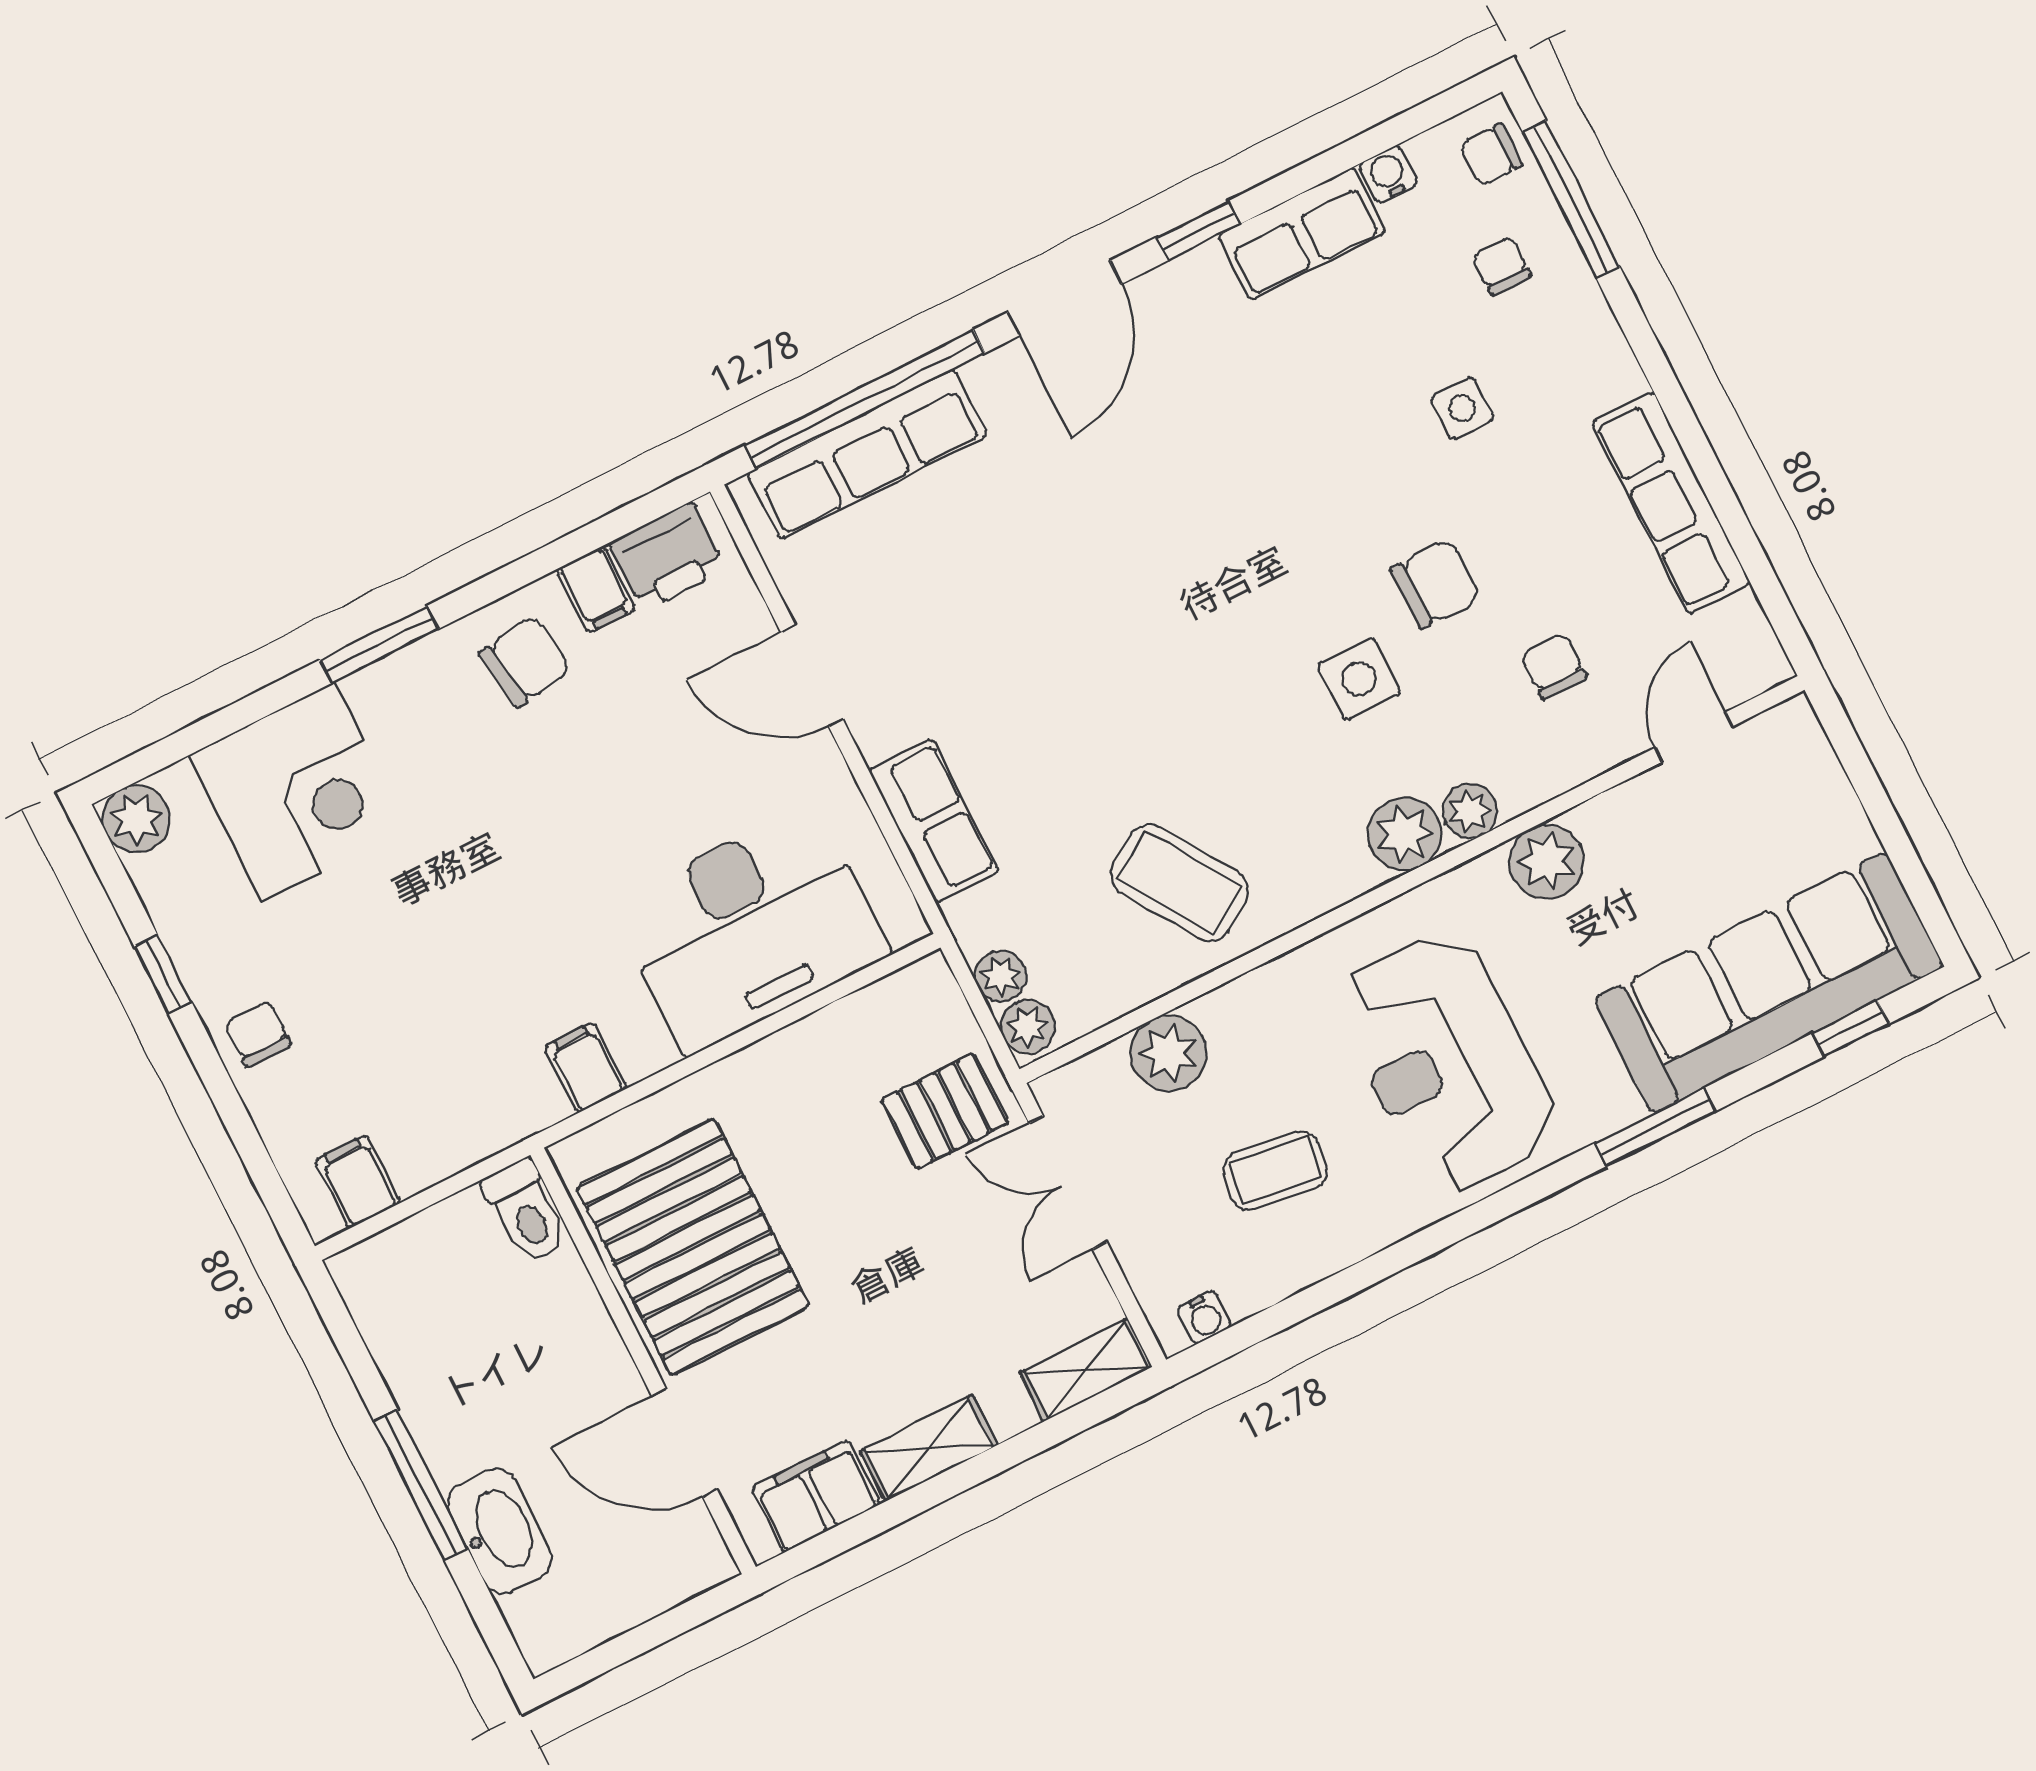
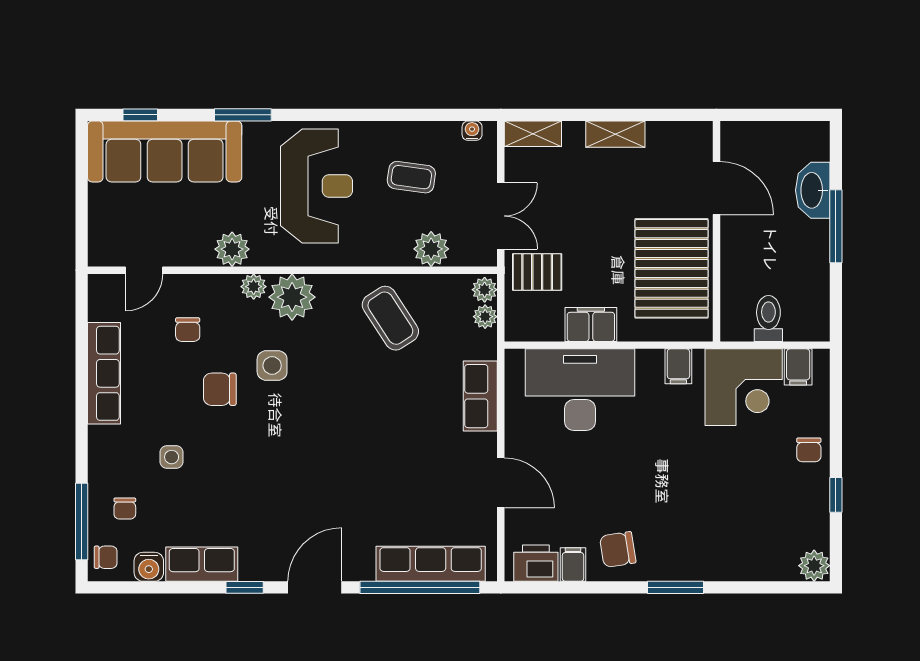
water cooler: (1388, 174) -> (149, 567), width x1.38, depth x1.38
corner desk: (298, 792) -> (744, 387), moved, turned 180
plant: (1405, 834) -> (292, 297), width x1.36, depth x1.36
toilet: (526, 1212) -> (768, 318), moved
filing cabinet: (815, 1496) -> (591, 324), moved, turned 180

